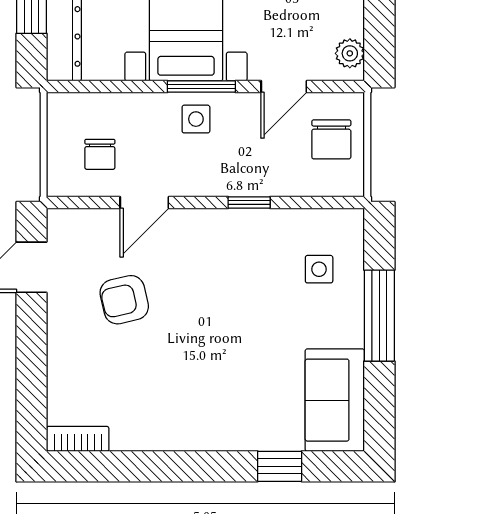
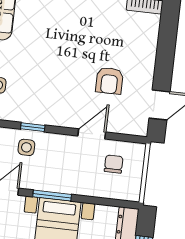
side table: (196, 119) -> (26, 147), moved
armchair: (124, 300) -> (109, 81), turned 103

